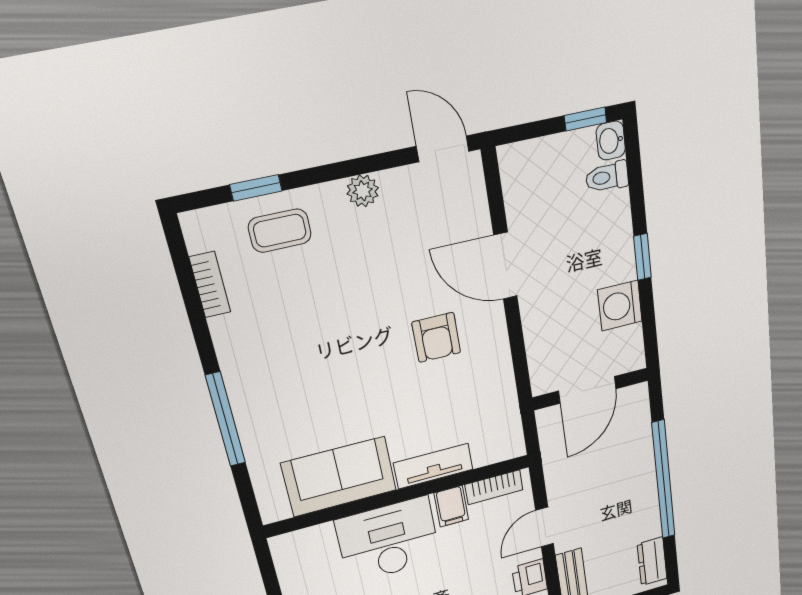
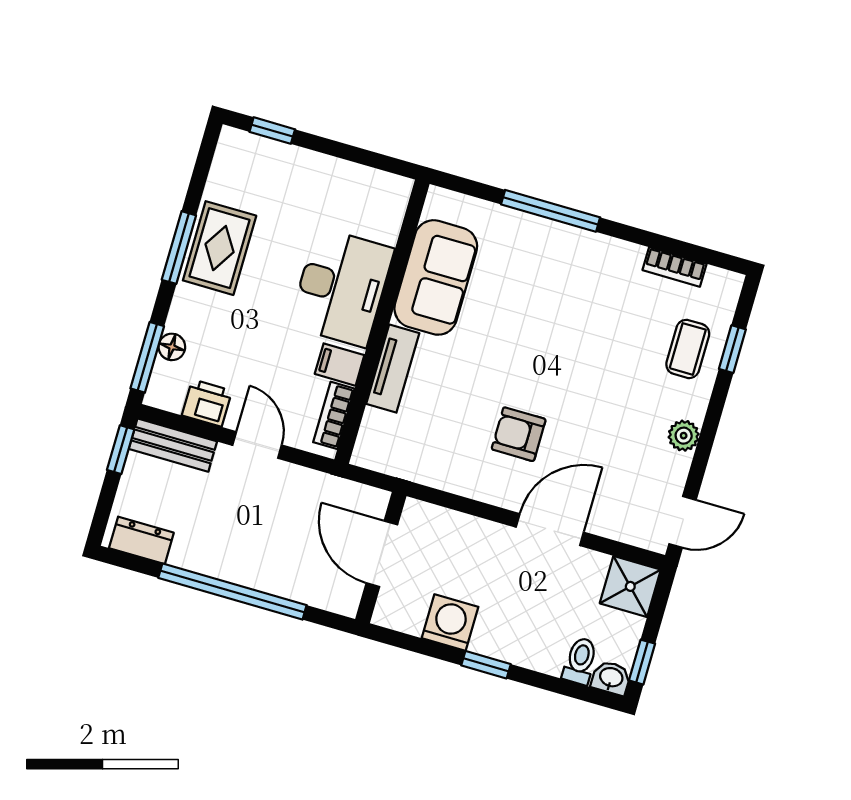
shower: (523, 167) -> (630, 586), added

